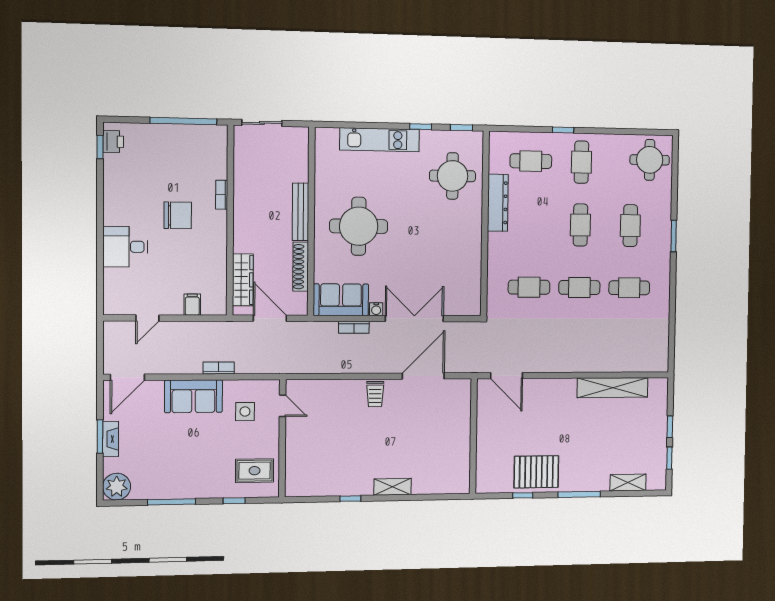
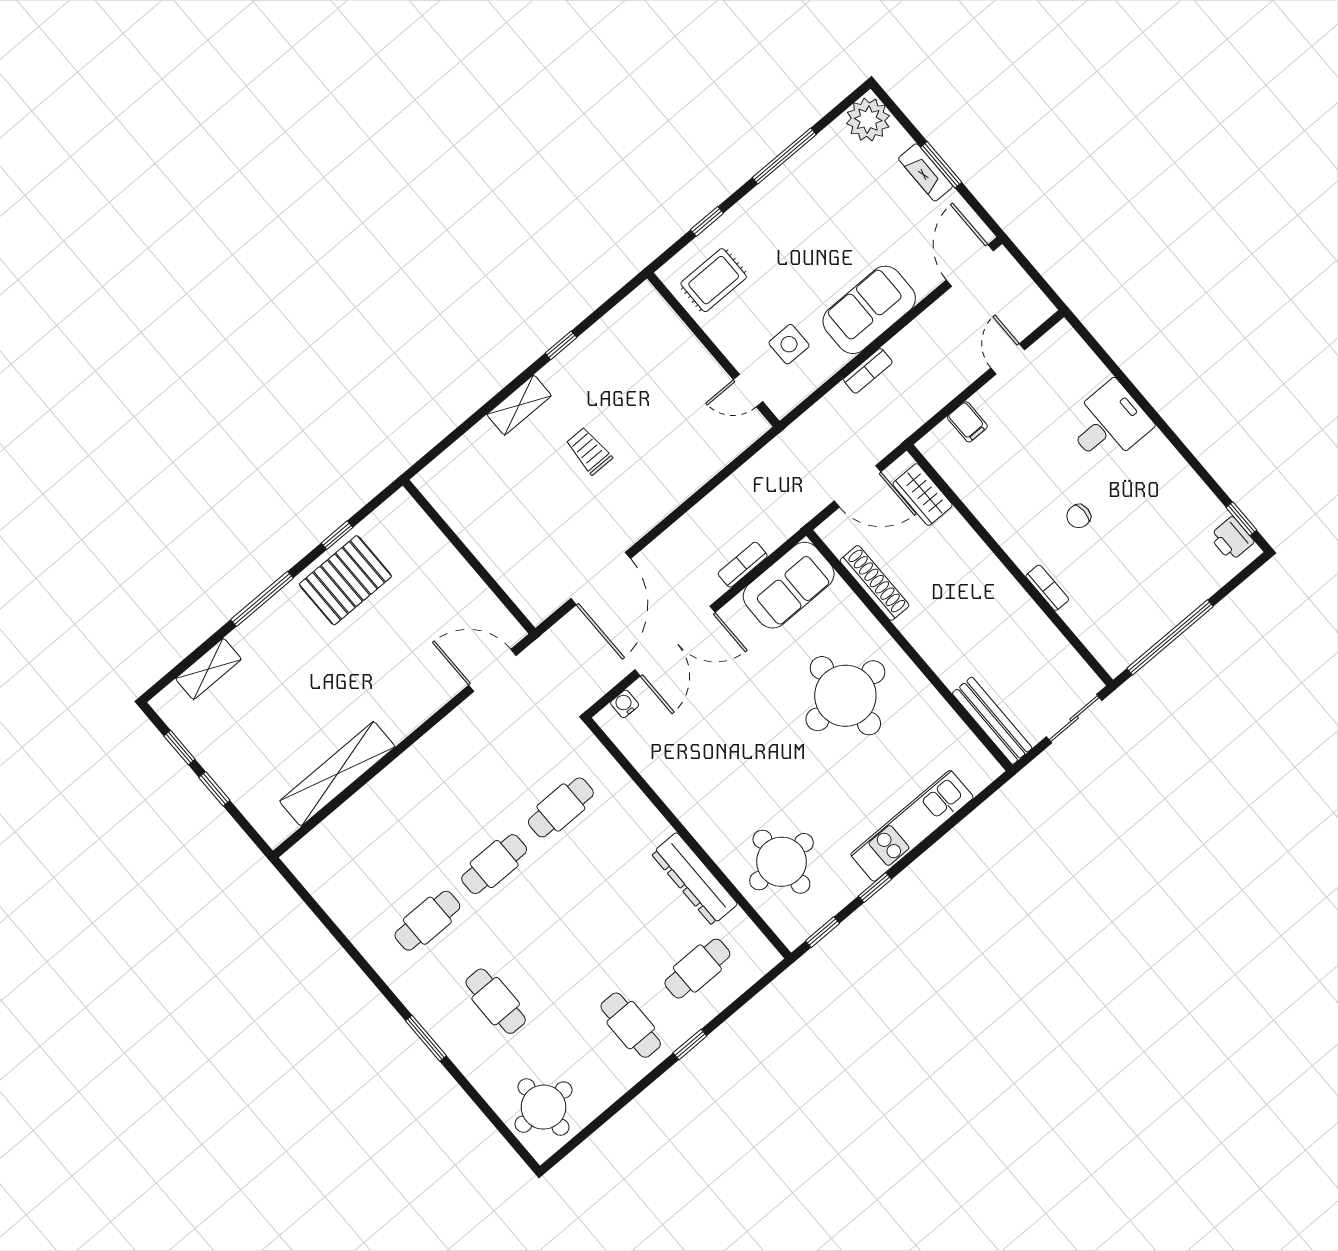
bench: (301, 212) -> (992, 721), moved
chair: (178, 215) -> (1079, 516), width x0.54, depth x0.54
cafe table: (580, 225) -> (562, 945), removed
wardrobe: (243, 280) -> (923, 495), width x0.67
water cooler: (376, 309) -> (625, 704), moved
trolley: (375, 394) -> (589, 451), moved

